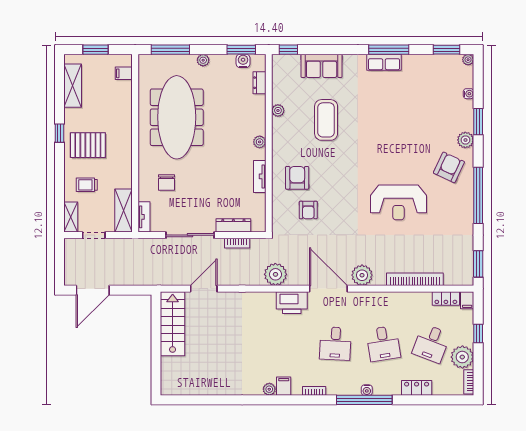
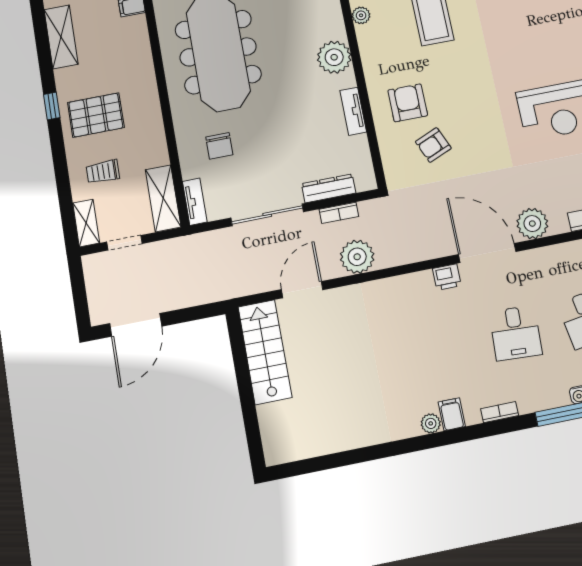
plant: (260, 142) -> (334, 57), width x1.88, depth x1.88
armchair: (308, 210) -> (433, 145), turned 67
plant: (275, 274) -> (357, 257), moved
printer: (292, 303) -> (447, 277), width x0.53, depth x0.68

